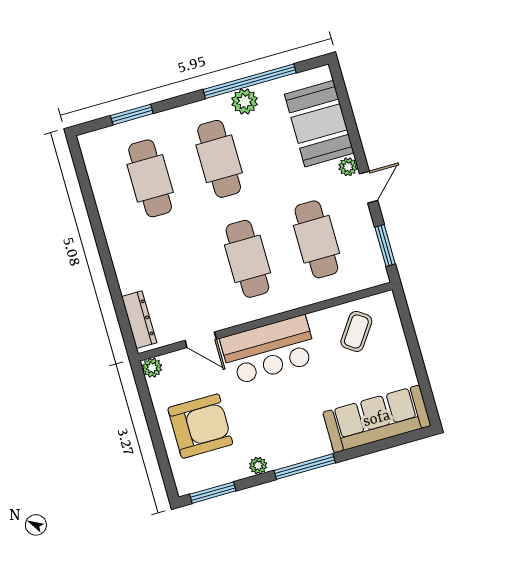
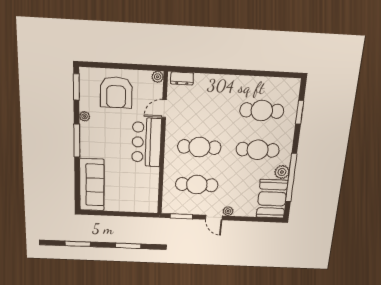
booth: (319, 124) -> (272, 199), moved, turned 90
dresser: (139, 320) -> (182, 78), width x0.70
coffee table: (356, 331) -> (142, 189), removed

